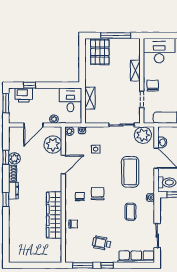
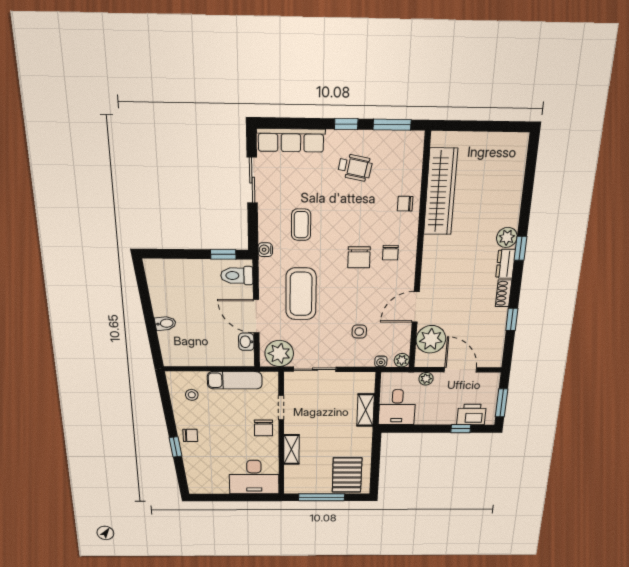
door: (33, 125) -> (460, 370), hinge flipped
plant: (14, 158) -> (507, 237), moved
wardrobe: (54, 215) -> (440, 192), moved

